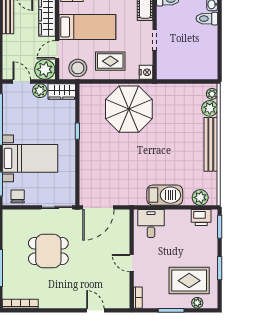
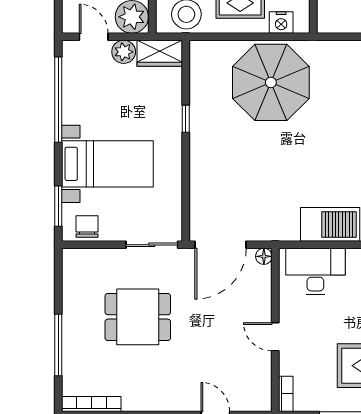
nightstand: (146, 72) -> (281, 22), moved, turned 90
floor lamp: (125, 214) -> (264, 256), added
desk: (151, 224) -> (315, 271), width x1.37

